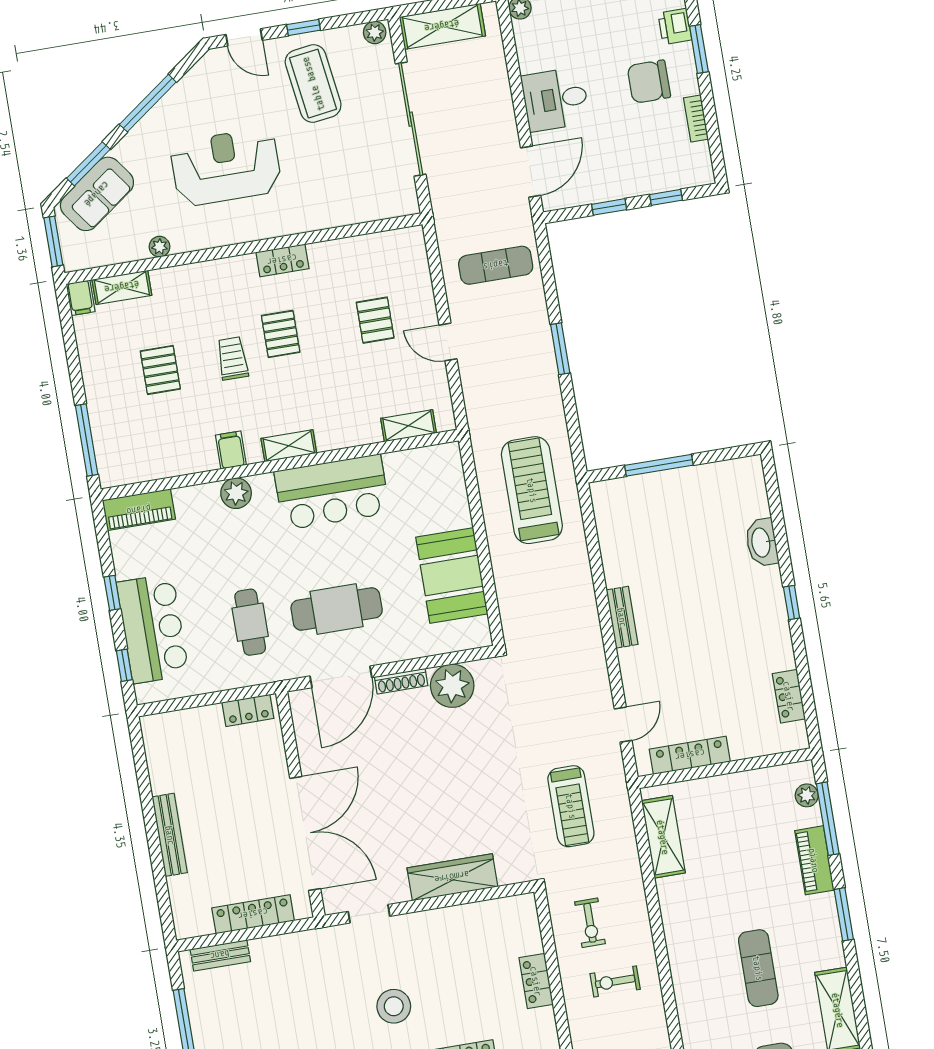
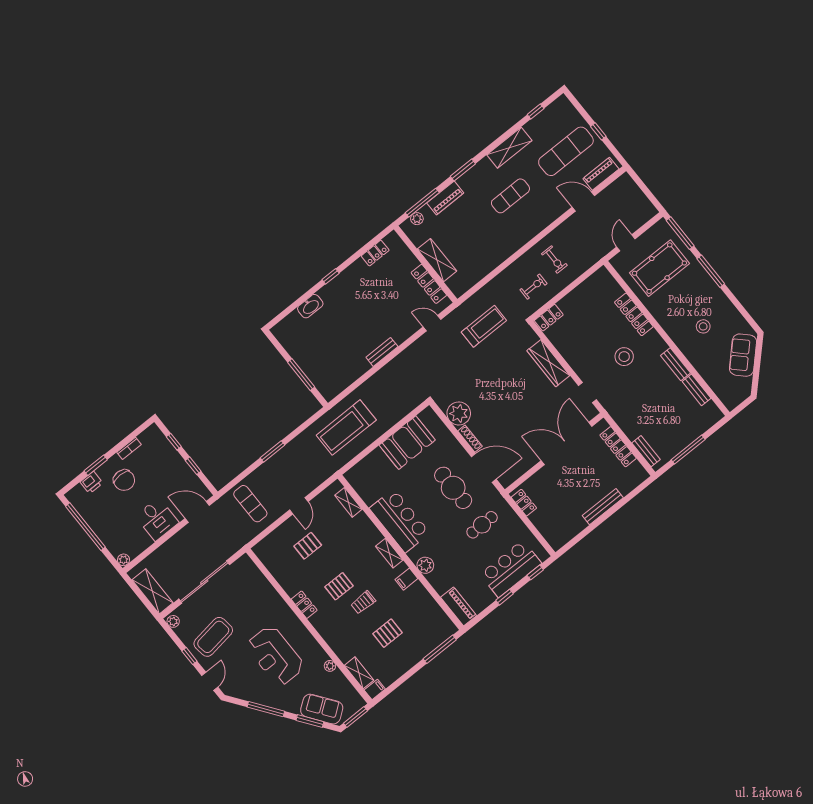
shelving: (663, 837) -> (437, 260), moved, turned 90
locker: (536, 981) -> (549, 318), moved

